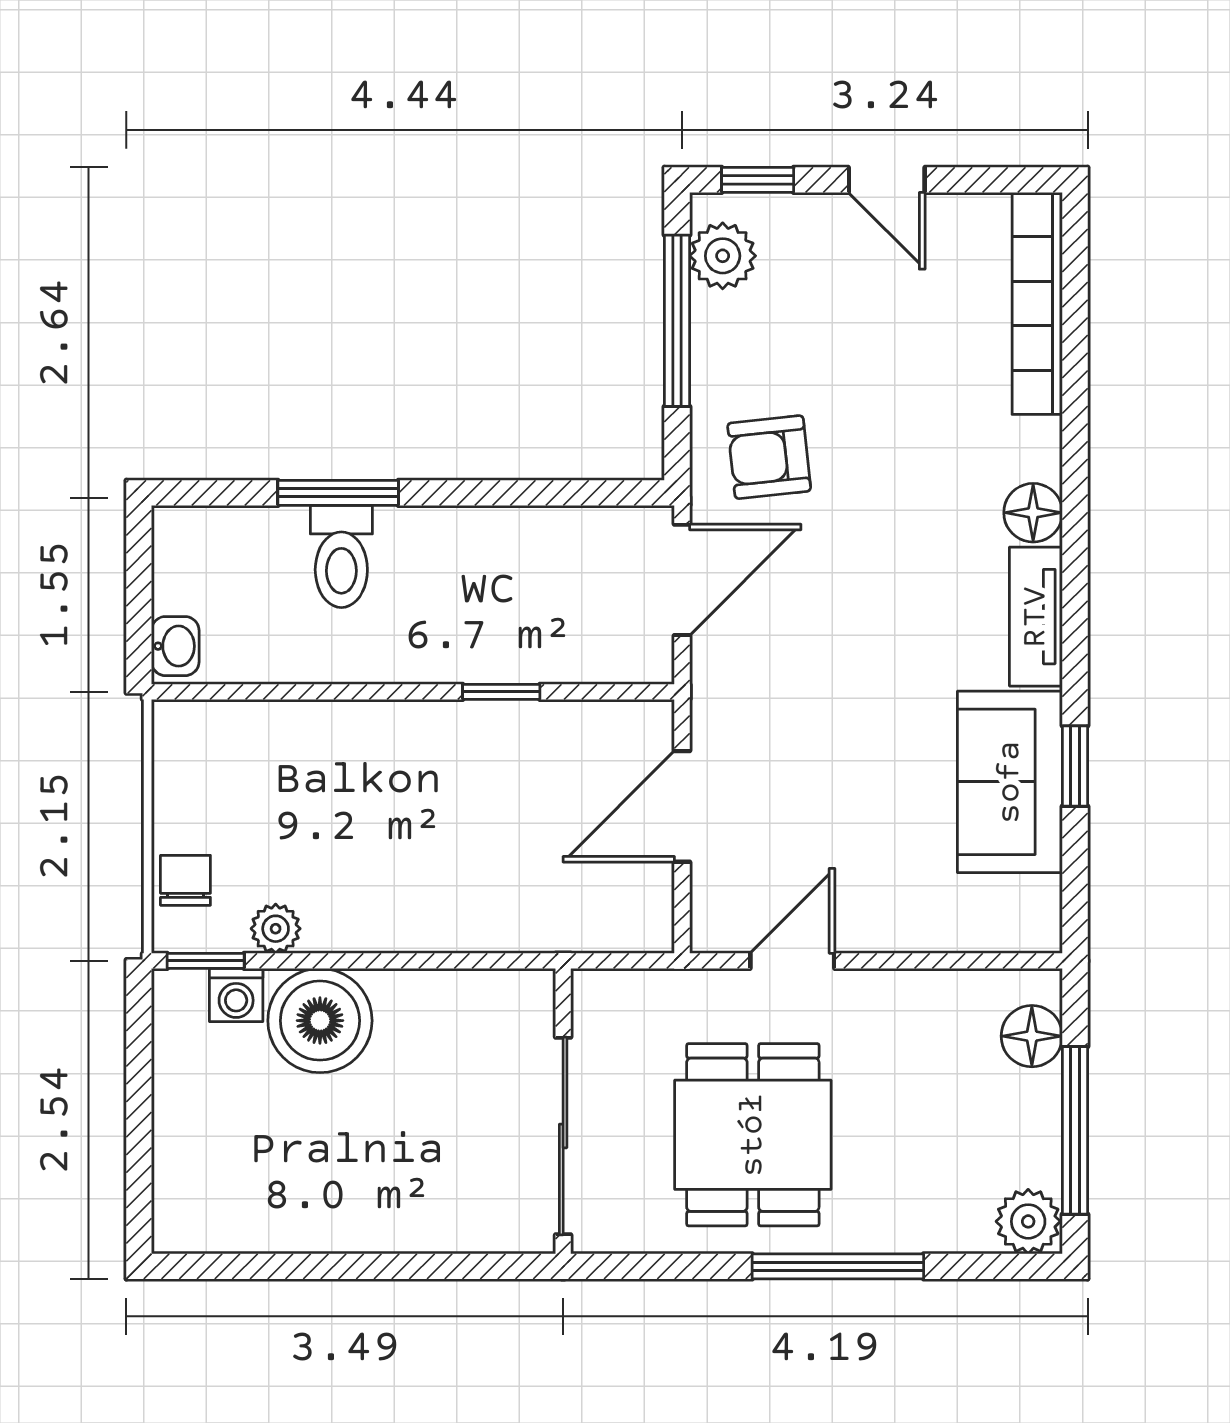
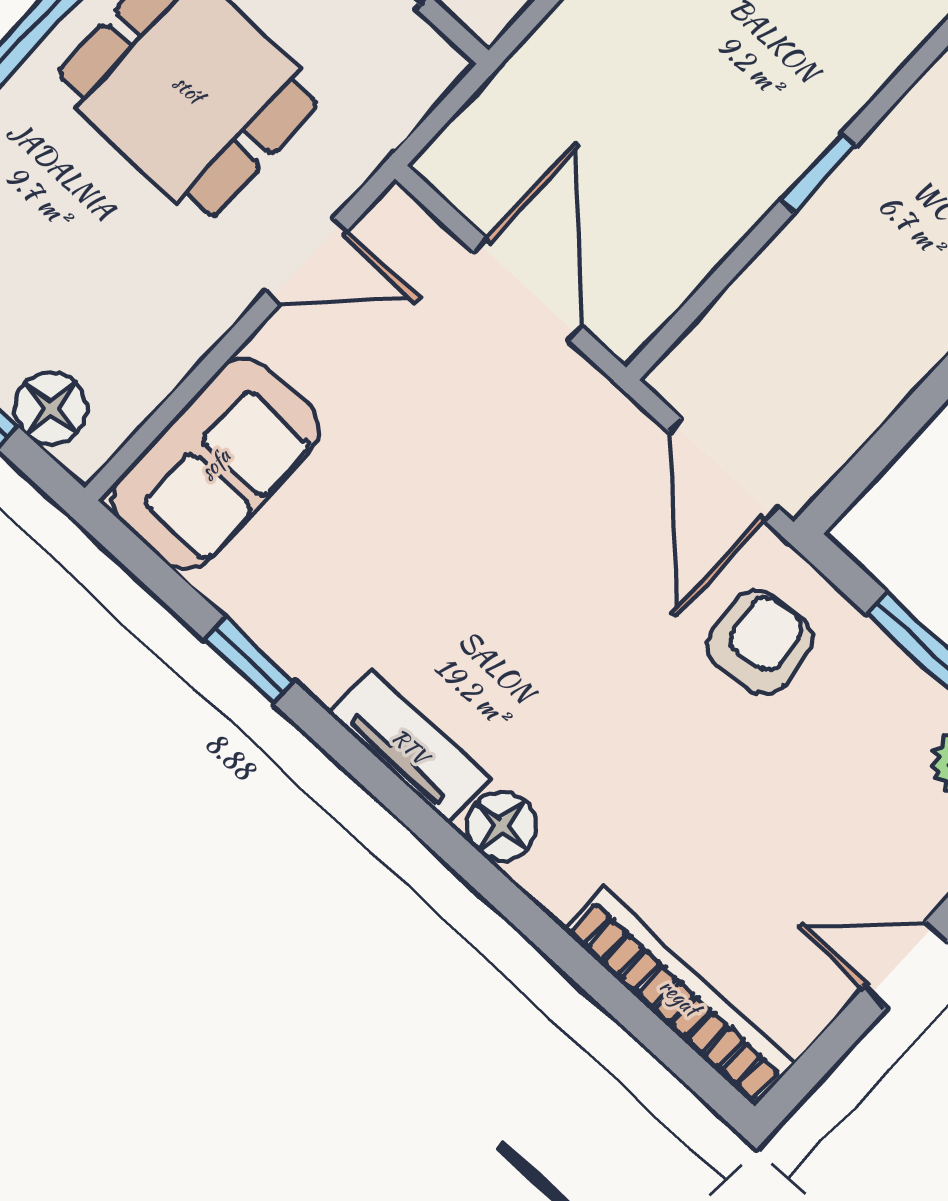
window: (501, 692) -> (818, 173), moved
sofa: (1010, 782) -> (215, 464), moved, turned 90
door: (792, 961) -> (306, 261), hinge flipped

